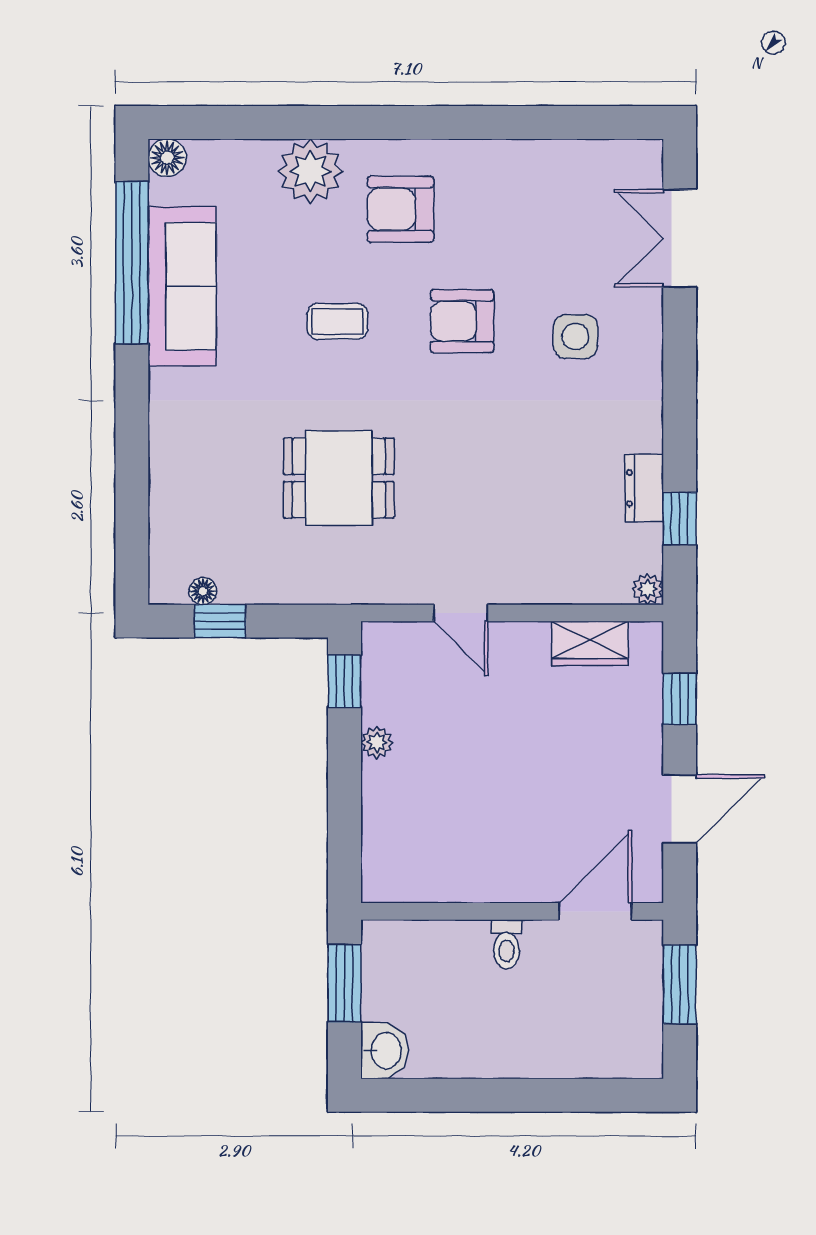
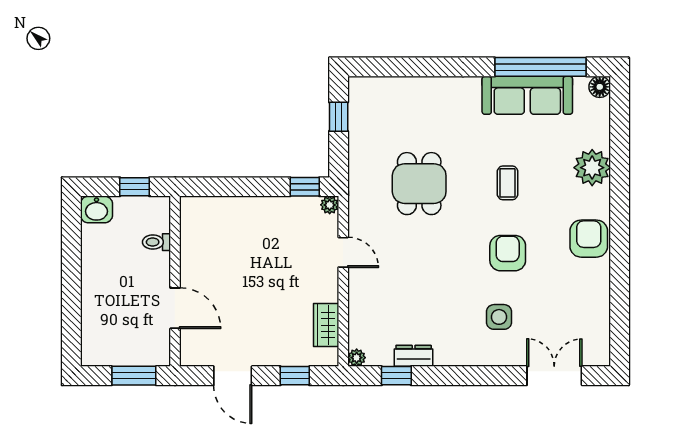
armchair: (401, 209) -> (589, 239), moved
floor lamp: (203, 591) -> (355, 107), removed
door: (461, 613) -> (343, 252), swing flipped
plant: (377, 742) -> (330, 205), moved
door: (595, 911) -> (175, 308), moved
toilet: (507, 944) -> (156, 242), moved
window: (344, 983) -> (135, 187), width x0.67

